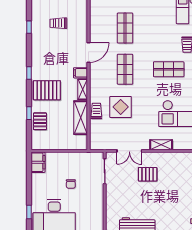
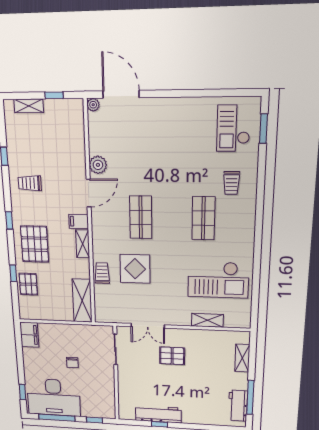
trolley: (58, 23) -> (30, 183), moved
shop shelf: (125, 28) -> (140, 158), removed
plant: (96, 33) -> (98, 165), added
shop shelf: (169, 69) -> (203, 218), turned 90
pallet: (47, 90) -> (35, 244), turned 90
shelving: (81, 118) -> (82, 301), moved
shelving: (161, 145) -> (207, 320), moved

